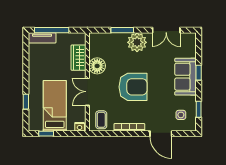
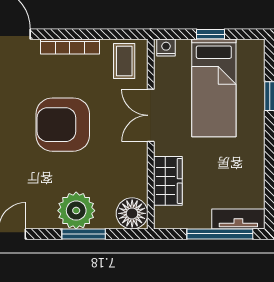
plant: (137, 42) -> (76, 211), moved
floor lamp: (97, 66) -> (132, 213), moved
double door: (87, 92) -> (151, 115), swing flipped
window: (46, 134) -> (210, 34), moved

